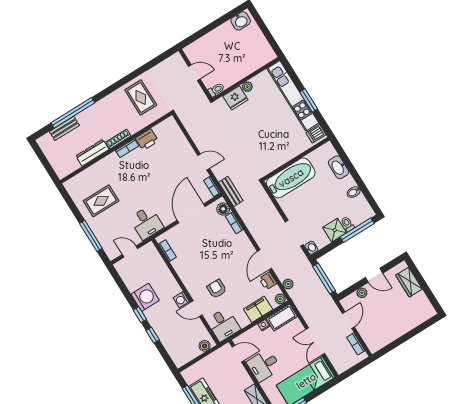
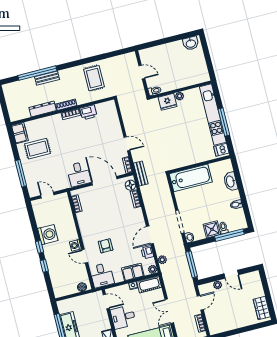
window: (309, 100) -> (224, 122), width x1.44
bench: (64, 128) -> (47, 78), moved
filing cabinet: (75, 189) -> (20, 133), added
door: (191, 213) -> (104, 181), hinge flipped
desk: (147, 223) -> (79, 174), moved
wardrobe: (409, 282) -> (262, 308), moved

